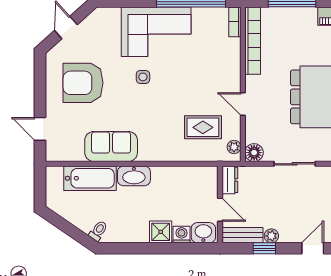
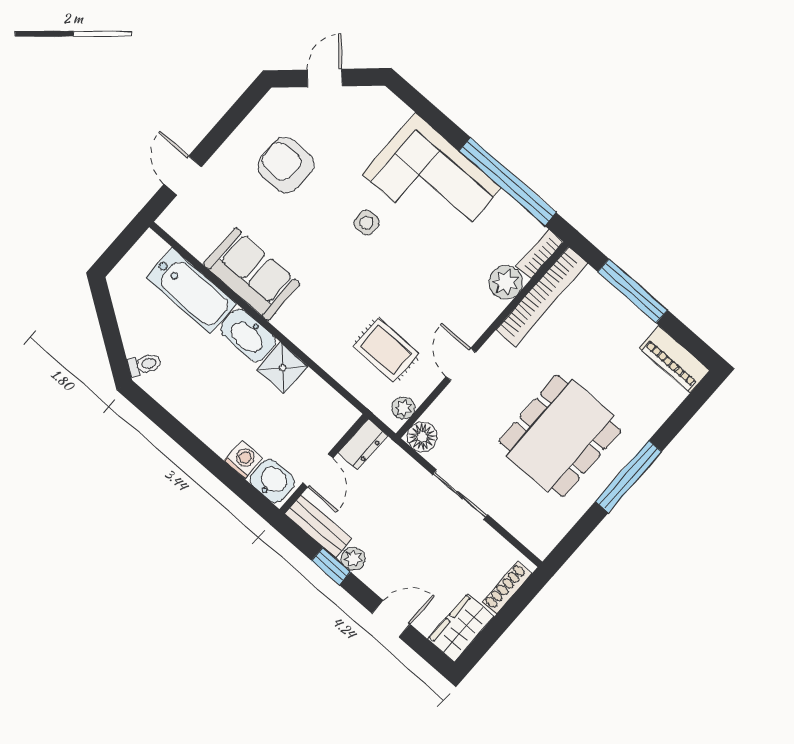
plant: (231, 48) -> (506, 282), added
armchair: (83, 83) -> (286, 165), width x0.73, depth x0.73
shower: (161, 232) -> (283, 368), moved

